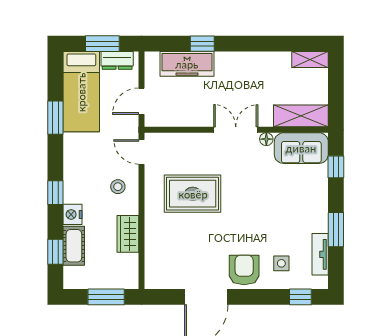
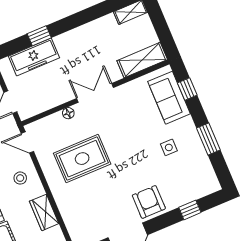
floor lamp: (266, 139) -> (68, 113), moved
sofa: (301, 148) -> (169, 98), moved, turned 90
tv unit: (320, 254) -> (204, 164), removed
side table: (281, 263) -> (169, 147), moved
window: (300, 297) -> (190, 210), moved

